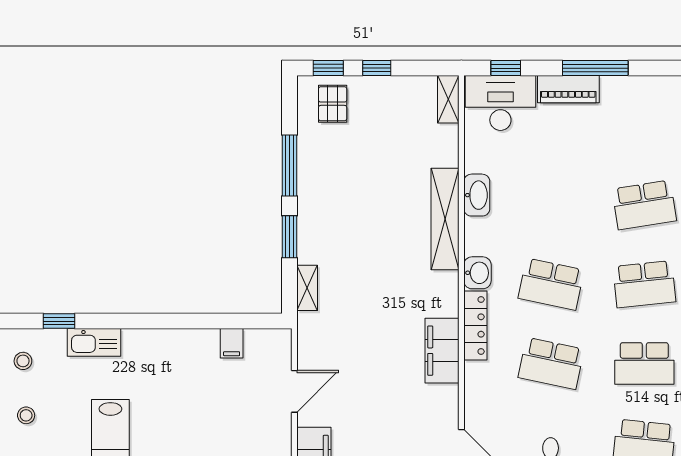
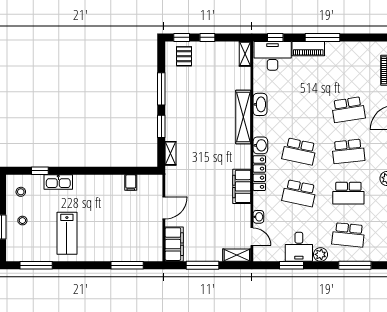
washbasin: (474, 408) -> (258, 217), added

